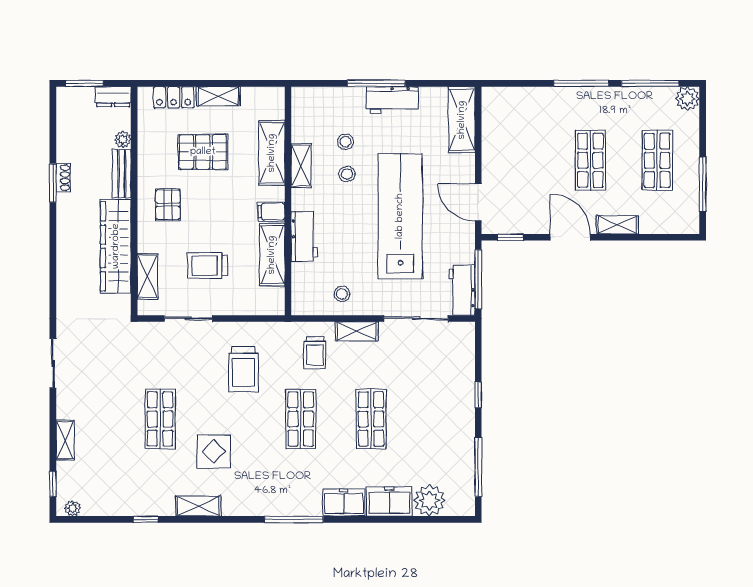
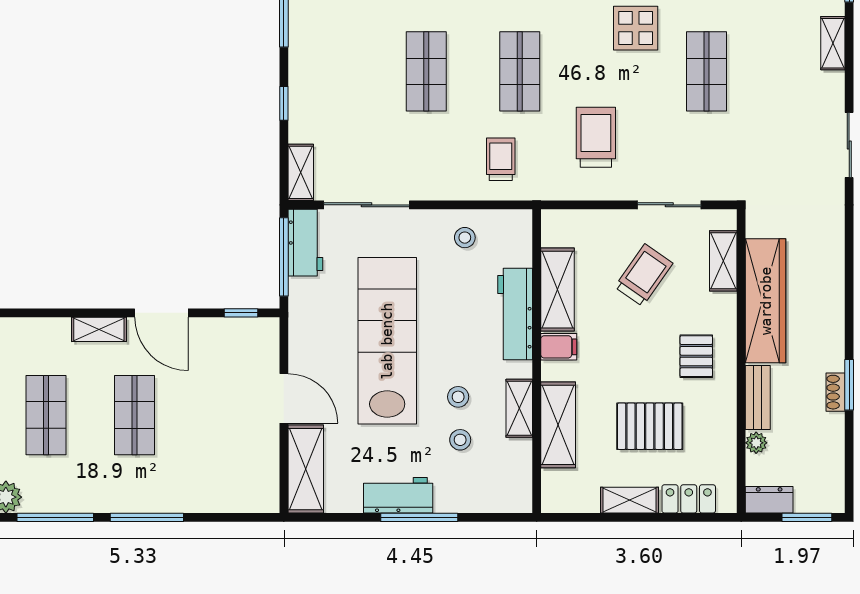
door: (478, 202) -> (284, 398), moved
lab bench: (400, 216) -> (387, 341), turned 180
workbench: (304, 236) -> (515, 314), width x1.38
trolley: (207, 266) -> (644, 275), turned -55
shelving: (357, 331) -> (301, 172), moved, turned 90

